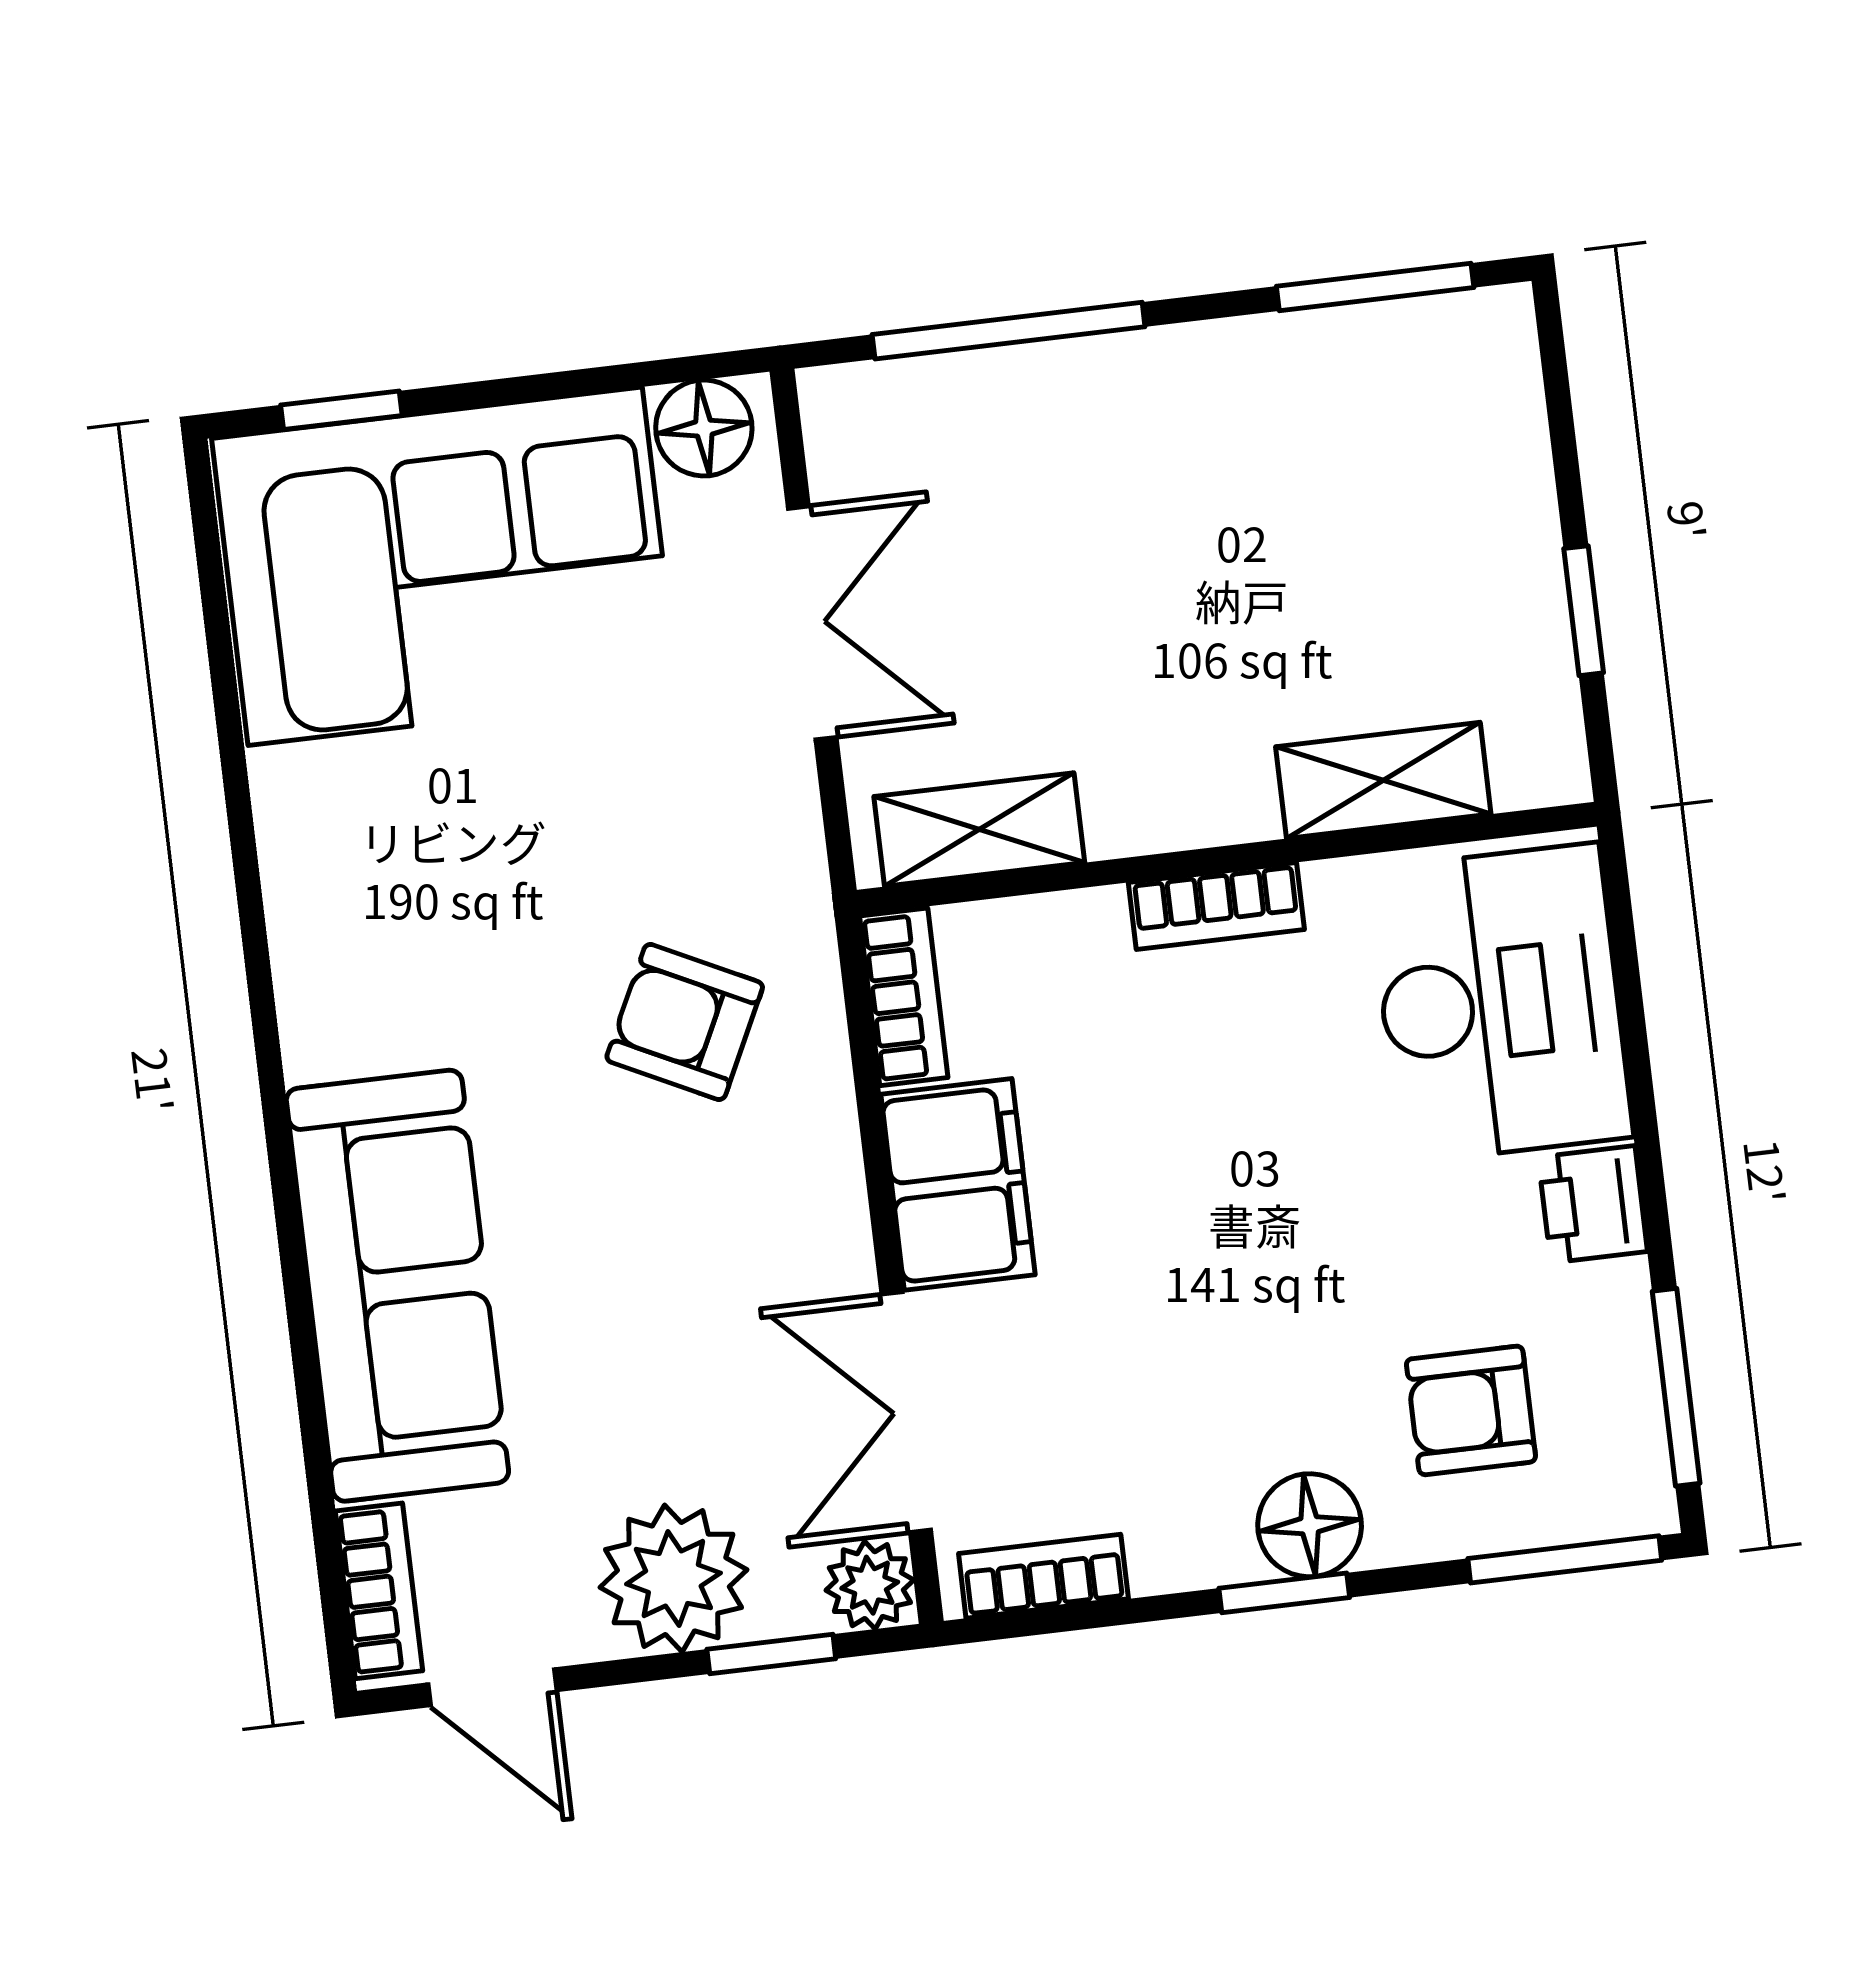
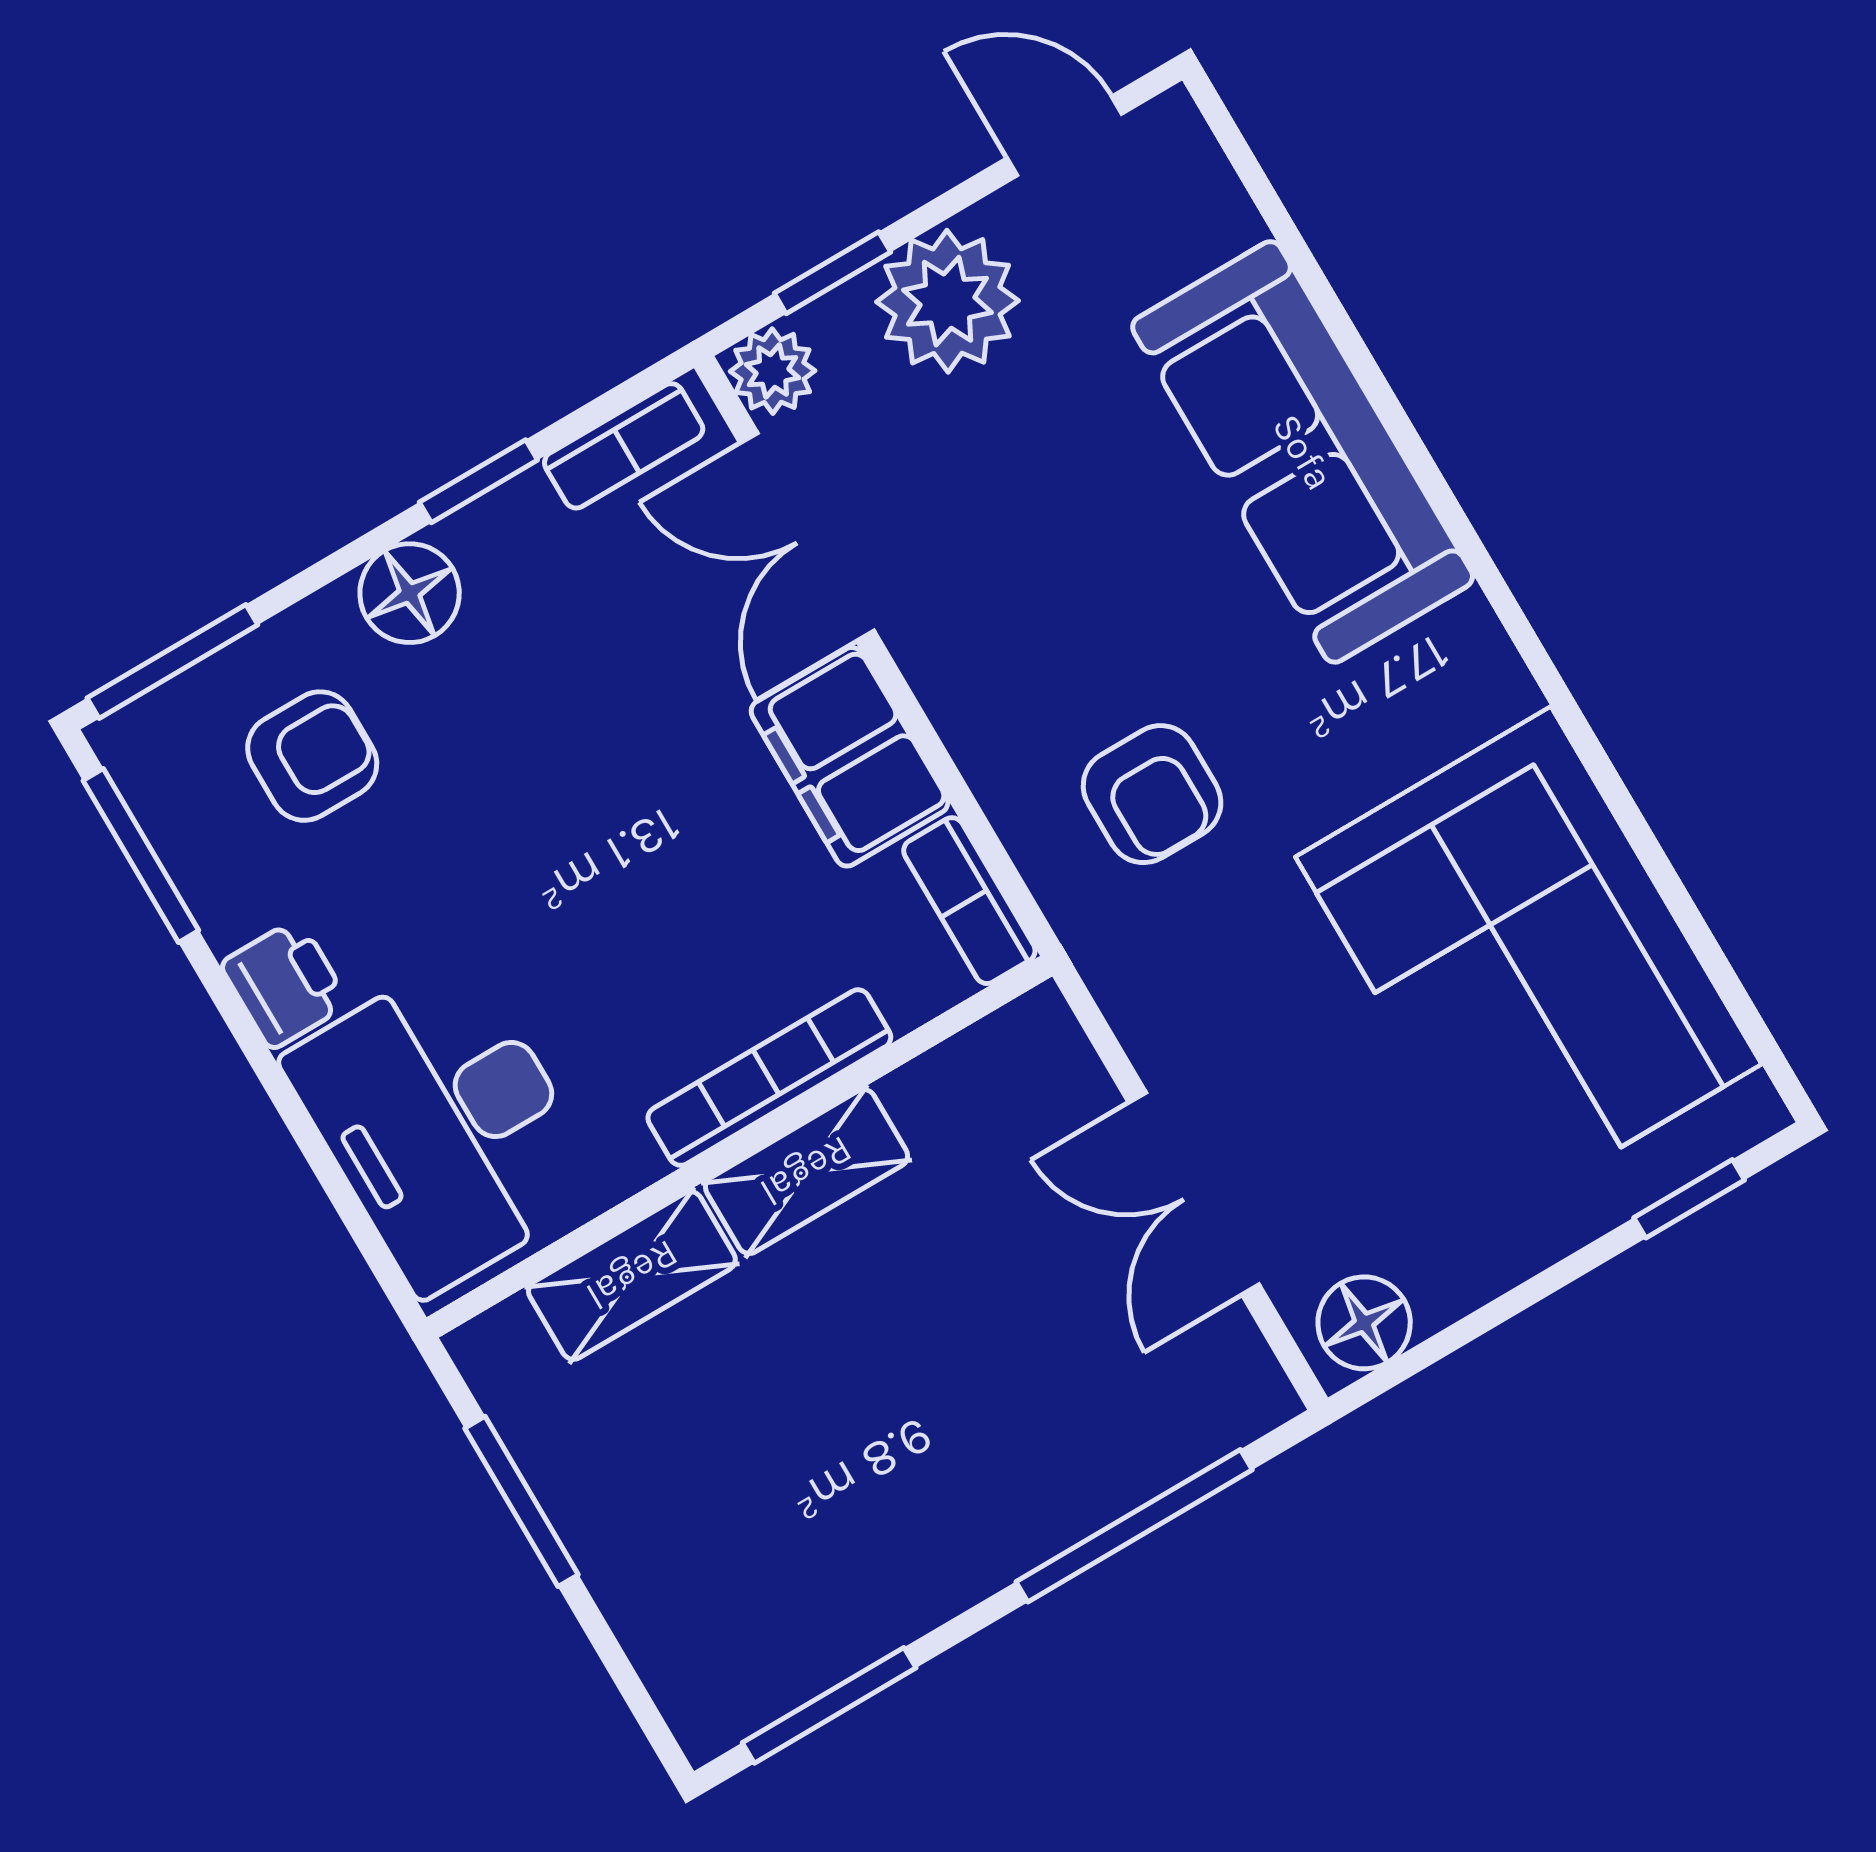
corner sofa: (445, 566) -> (1528, 961), moved, turned -90
window: (1584, 611) -> (521, 1501), width x1.50
shelving: (979, 830) -> (806, 1171), moved
bookcase: (1216, 906) -> (769, 1078), width x1.56
armchair: (685, 1022) -> (1152, 794), turned 64
double door: (906, 1412) -> (807, 537), swing flipped
bookcase: (379, 1591) -> (1201, 177), removed
window: (1284, 1593) -> (478, 481), moved

